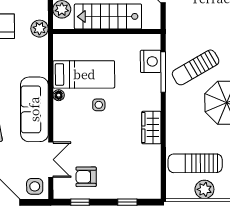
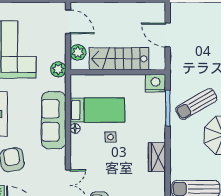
nightstand: (151, 61) -> (155, 83), moved, turned -90
sofa: (34, 109) -> (54, 120), moved

